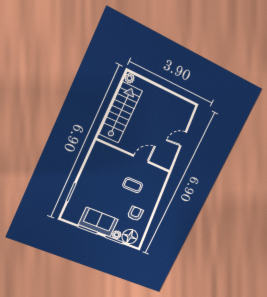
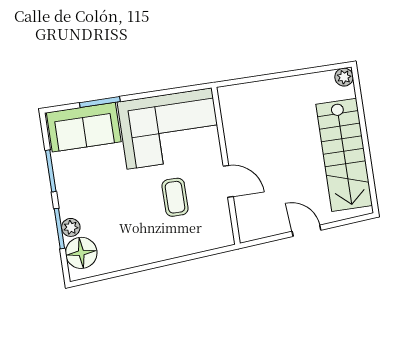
stairs: (120, 113) -> (344, 155), moved, turned 90
corner sofa: (102, 170) -> (169, 129), added
armchair: (135, 214) -> (128, 235), removed
sofa: (98, 222) -> (84, 127), moved, turned 90

